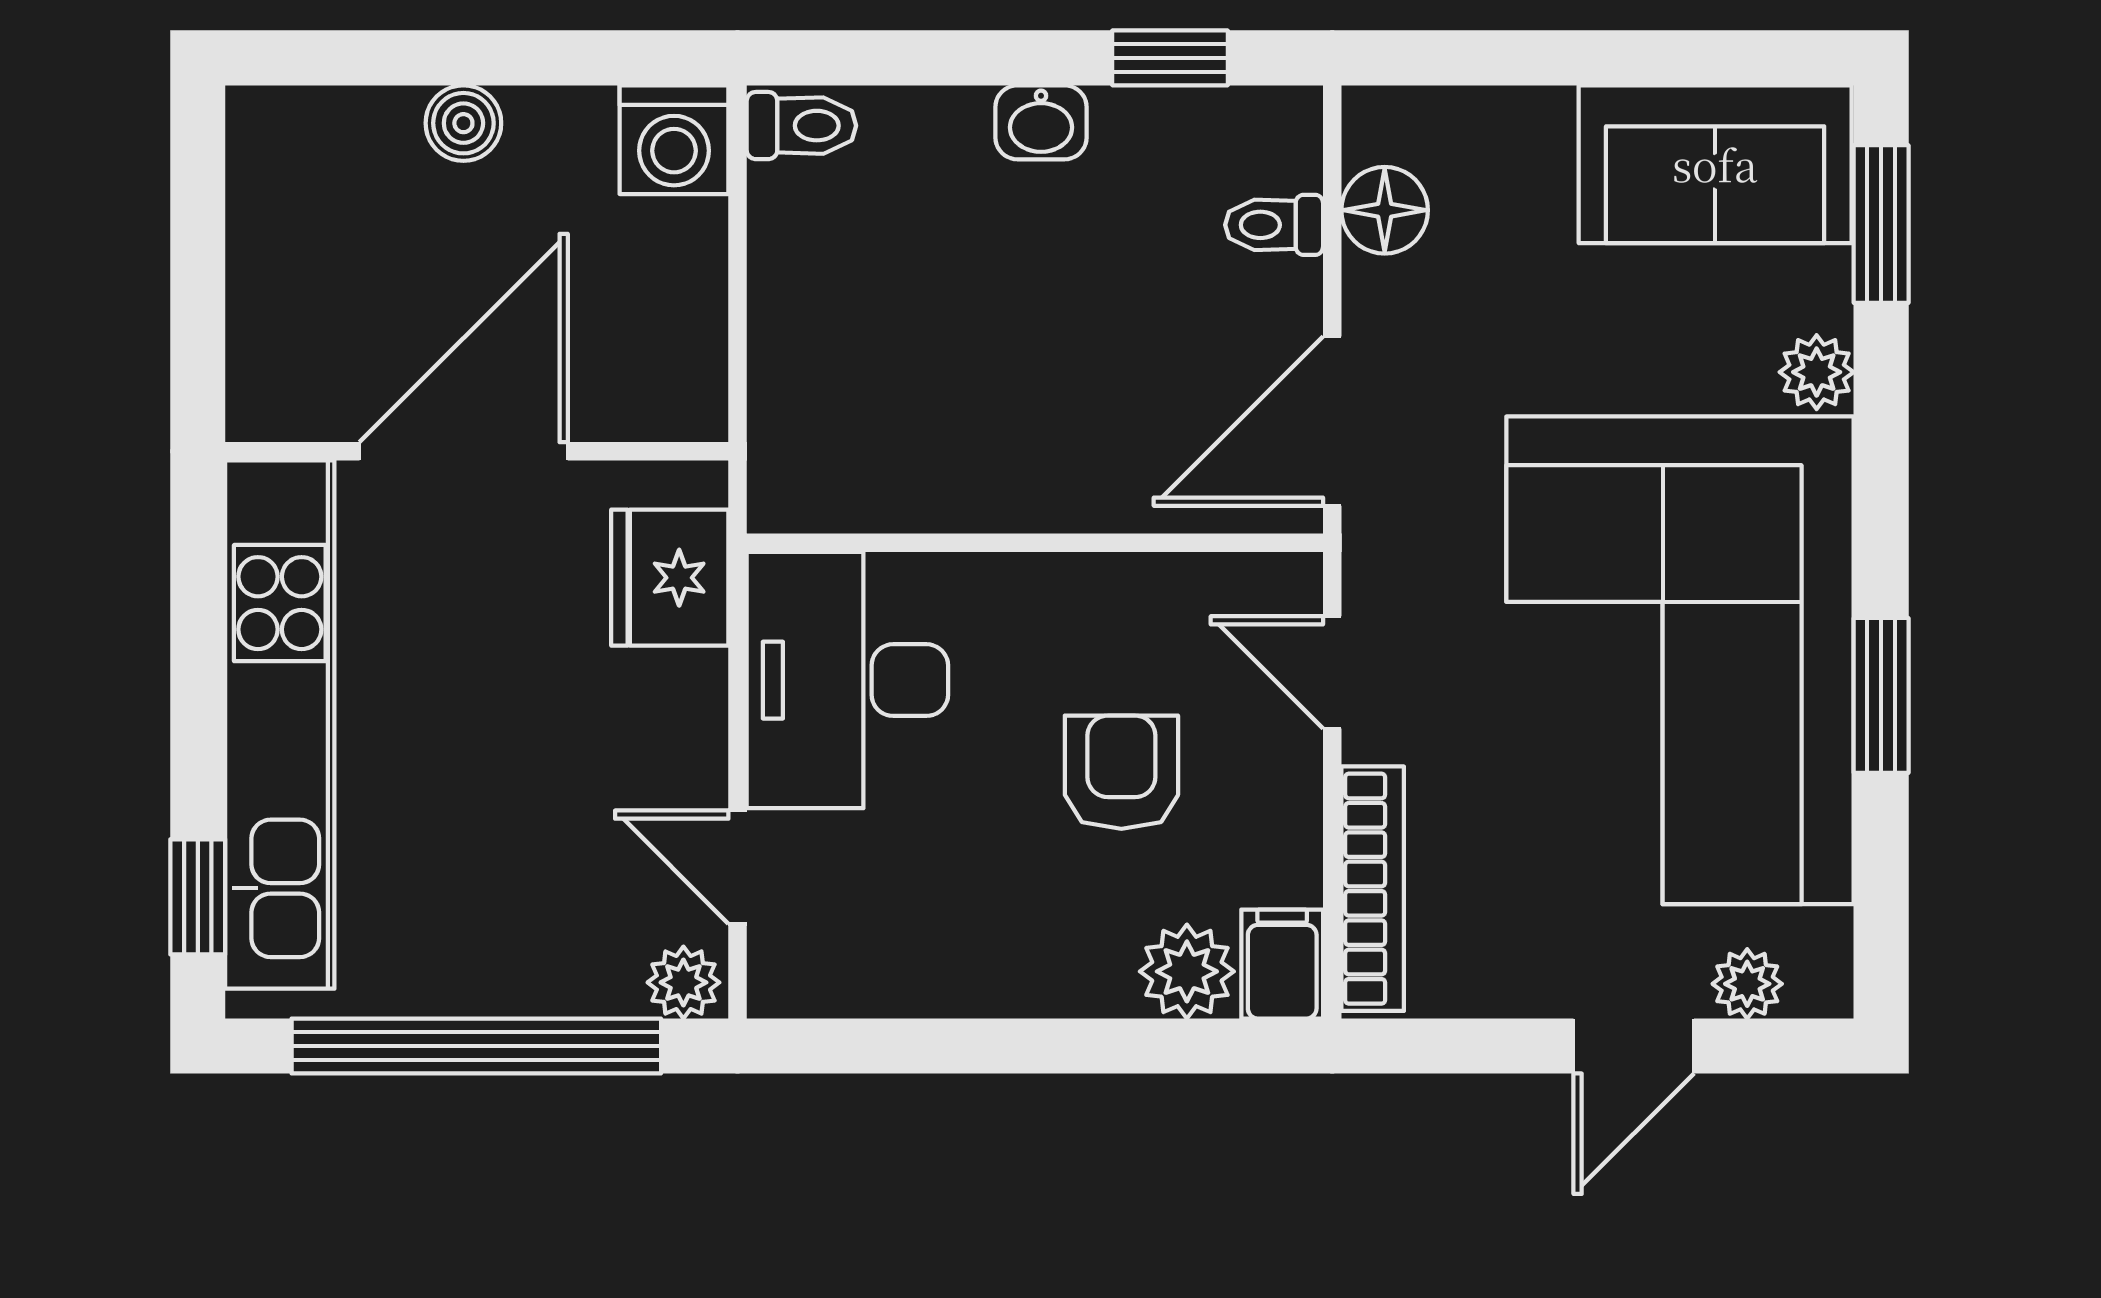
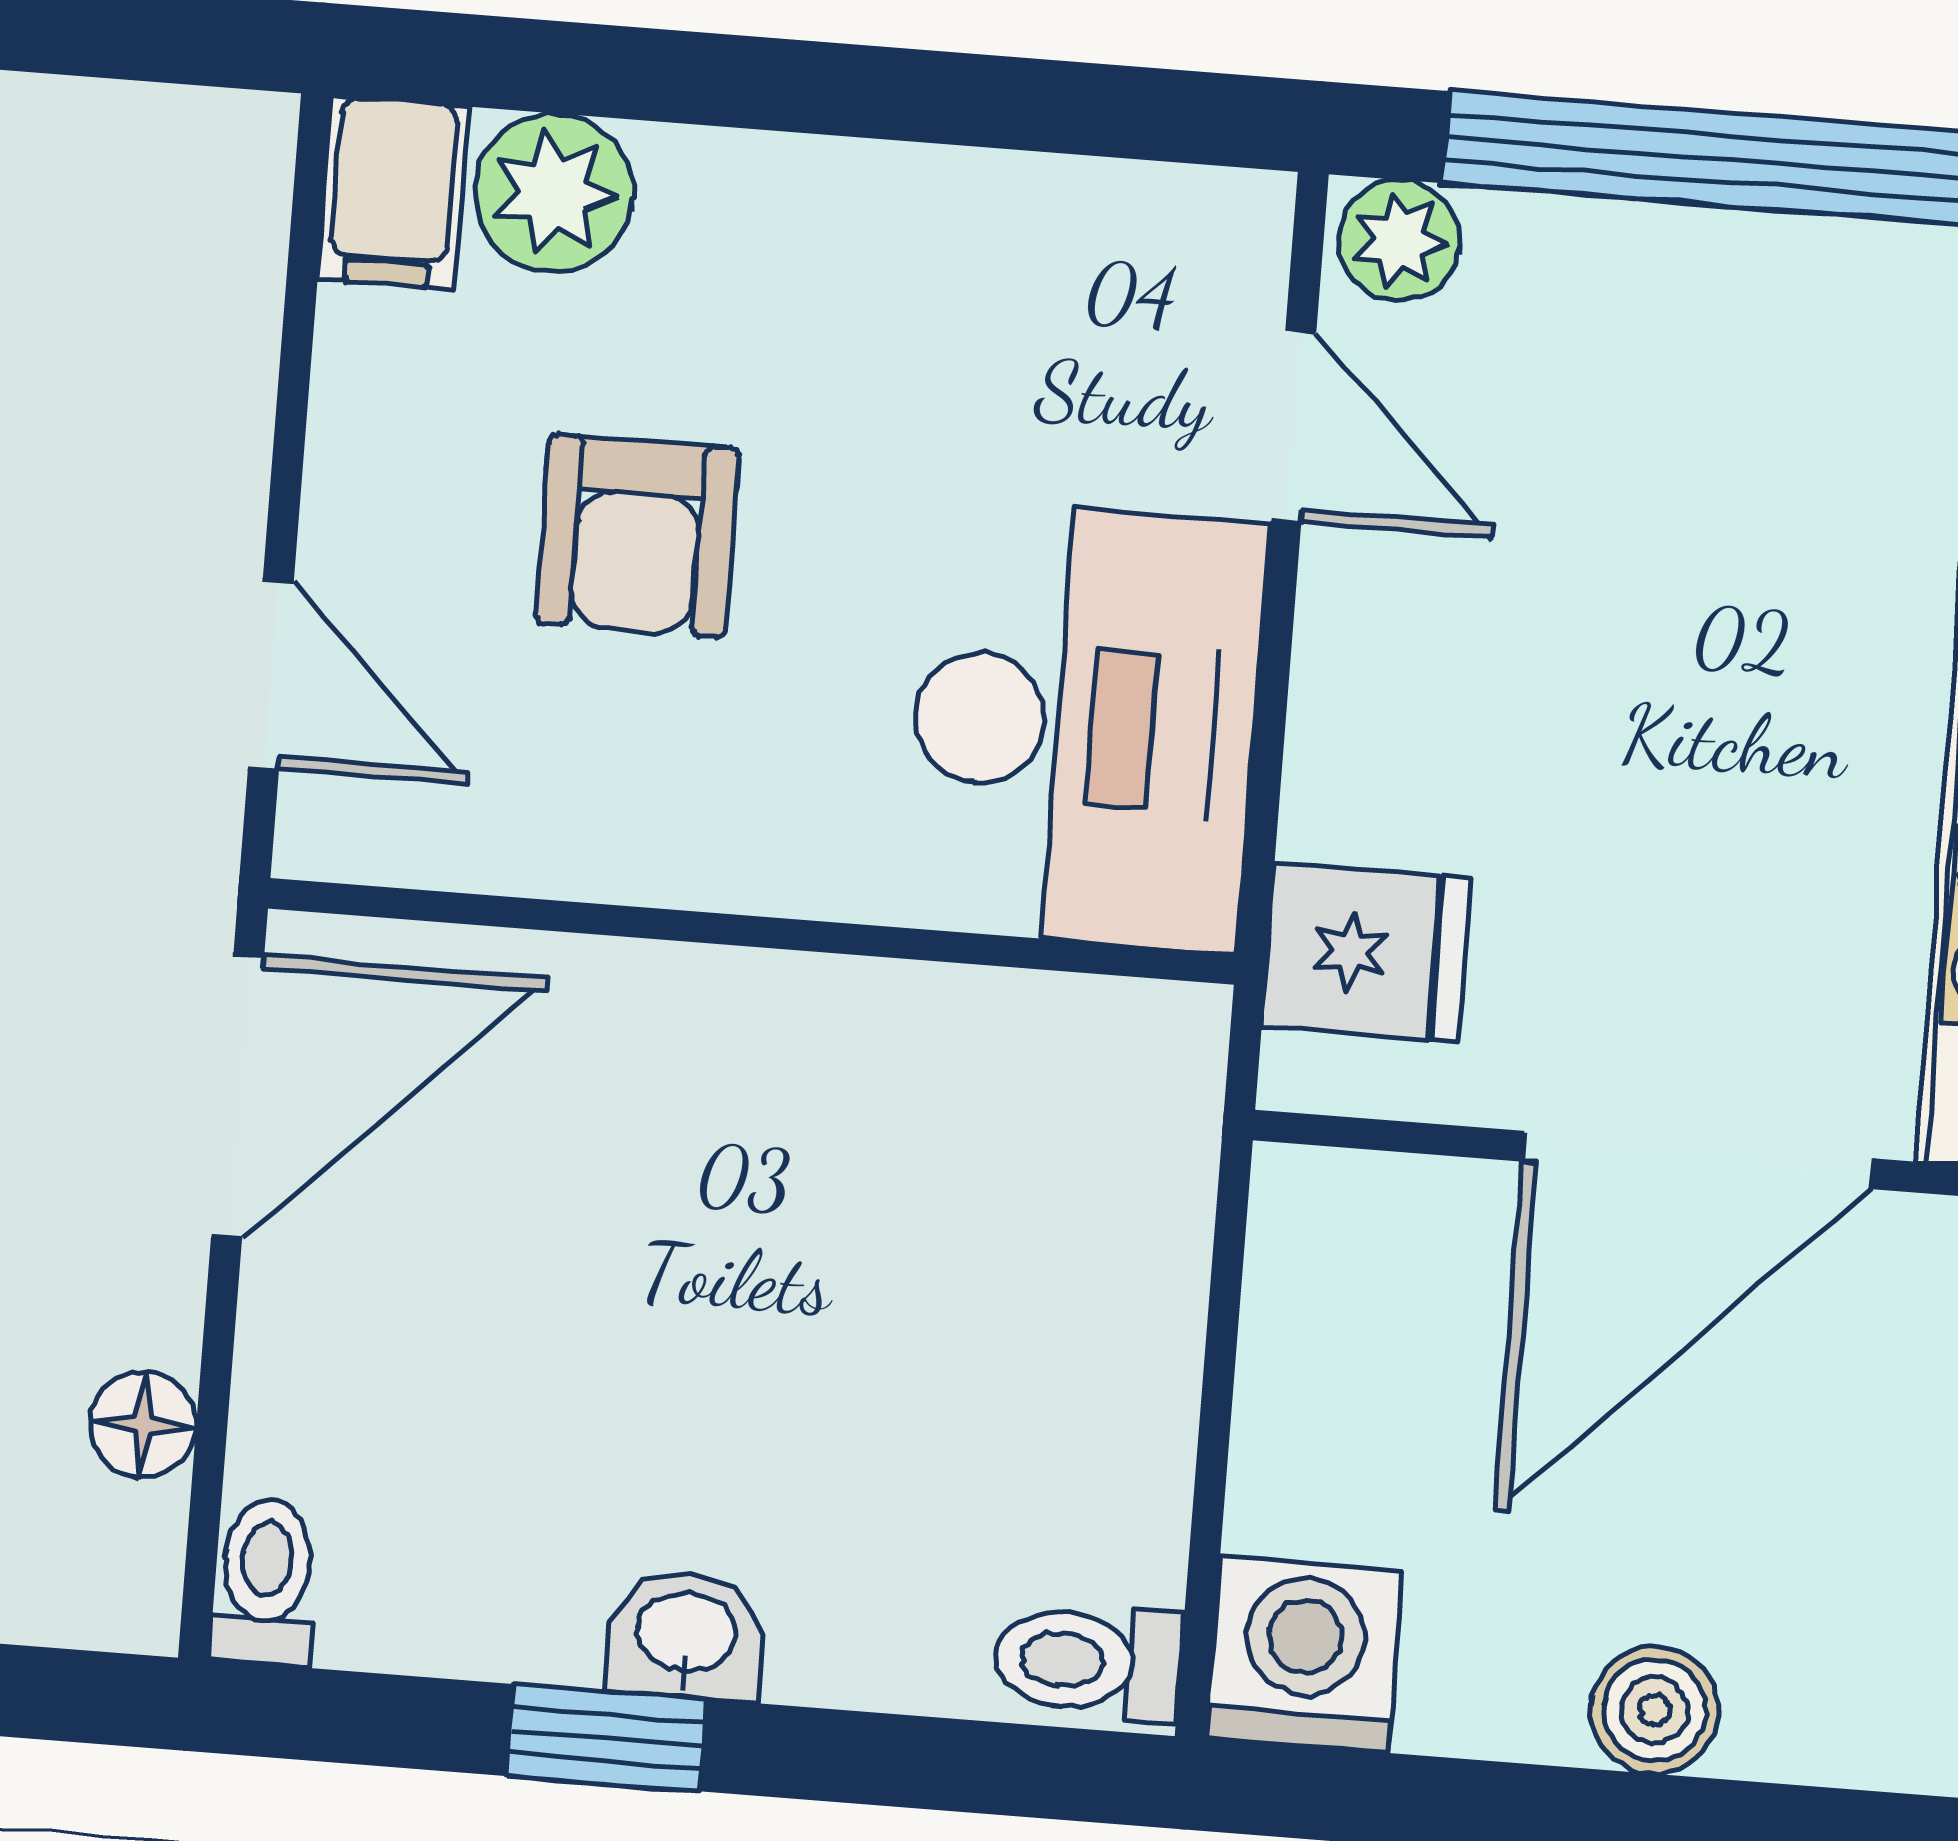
window: (1170, 58) -> (607, 1738), moved
floor lamp: (1385, 210) -> (143, 1424), width x0.73, depth x0.73
toilet: (1274, 225) -> (266, 1582), moved, turned -90
fridge: (670, 578) -> (1366, 953), width x0.72
bookcase: (1373, 889) -> (232, 307), removed

